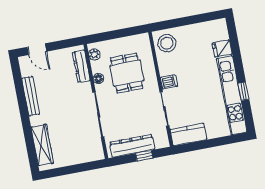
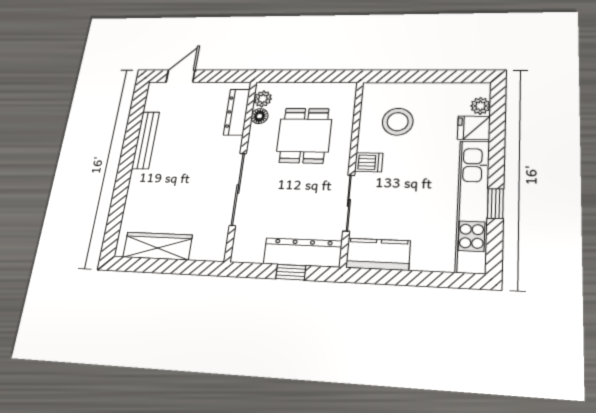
plant: (223, 34) -> (480, 106), added
stool: (167, 43) -> (398, 122), moved
door: (37, 49) -> (181, 76), swing flipped
floor lamp: (98, 79) -> (260, 116), moved
wardrobe: (42, 145) -> (158, 246), moved, turned -90
dresser: (132, 146) -> (303, 252), moved

